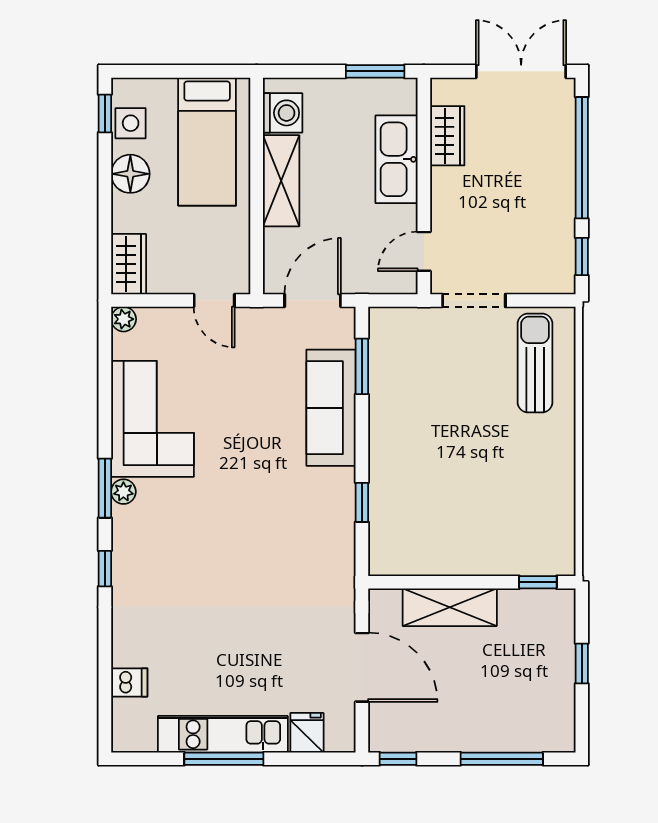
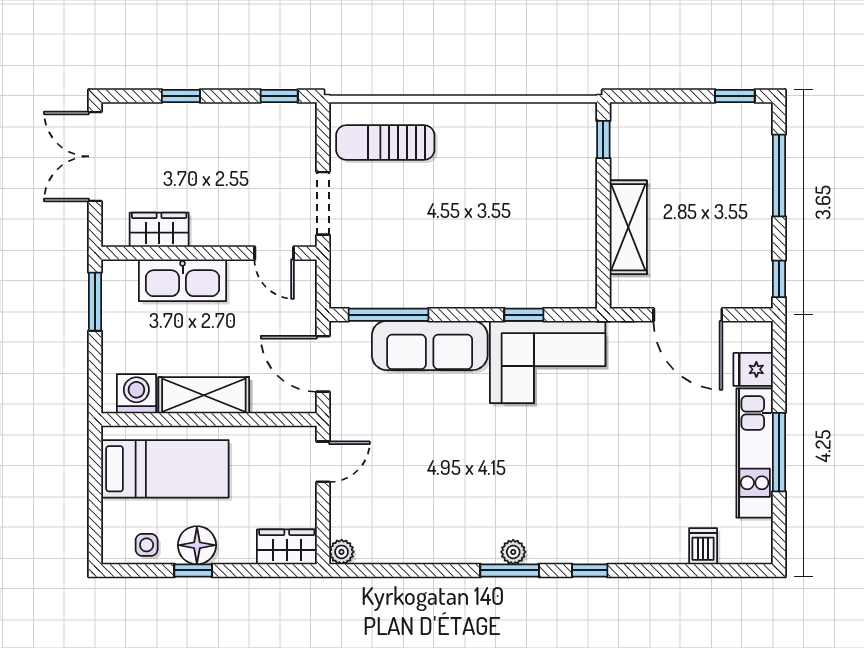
window: (105, 113) -> (193, 570), moved
side table: (131, 123) -> (147, 545), width x0.73, depth x0.73
window: (582, 158) -> (181, 96), width x0.32
window: (362, 366) -> (389, 315), width x1.44
corner sofa: (153, 419) -> (548, 362), moved, turned 180
window: (582, 664) -> (735, 96), moved
door: (362, 667) -> (688, 315), swing flipped

